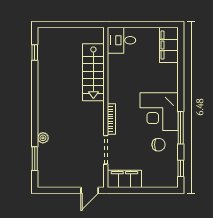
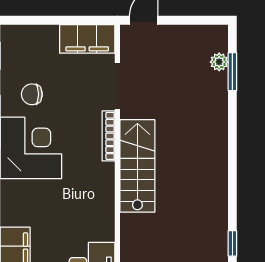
stairs: (93, 72) -> (137, 166), moved
plant: (43, 138) -> (219, 62), moved

